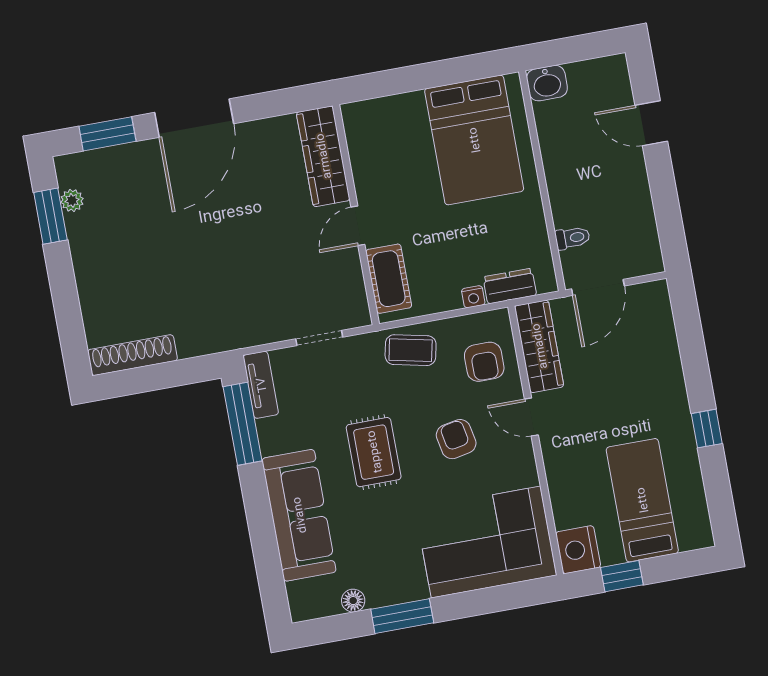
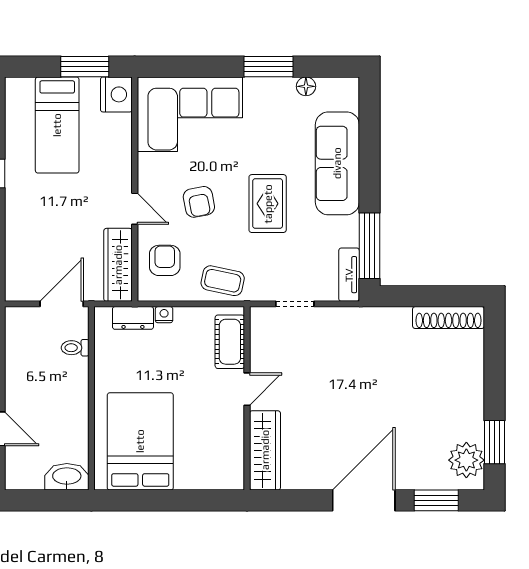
washbasin: (547, 83) -> (67, 477), width x1.38
plant: (72, 200) -> (466, 460), width x1.88, depth x1.88
window: (622, 576) -> (85, 67), width x1.50

